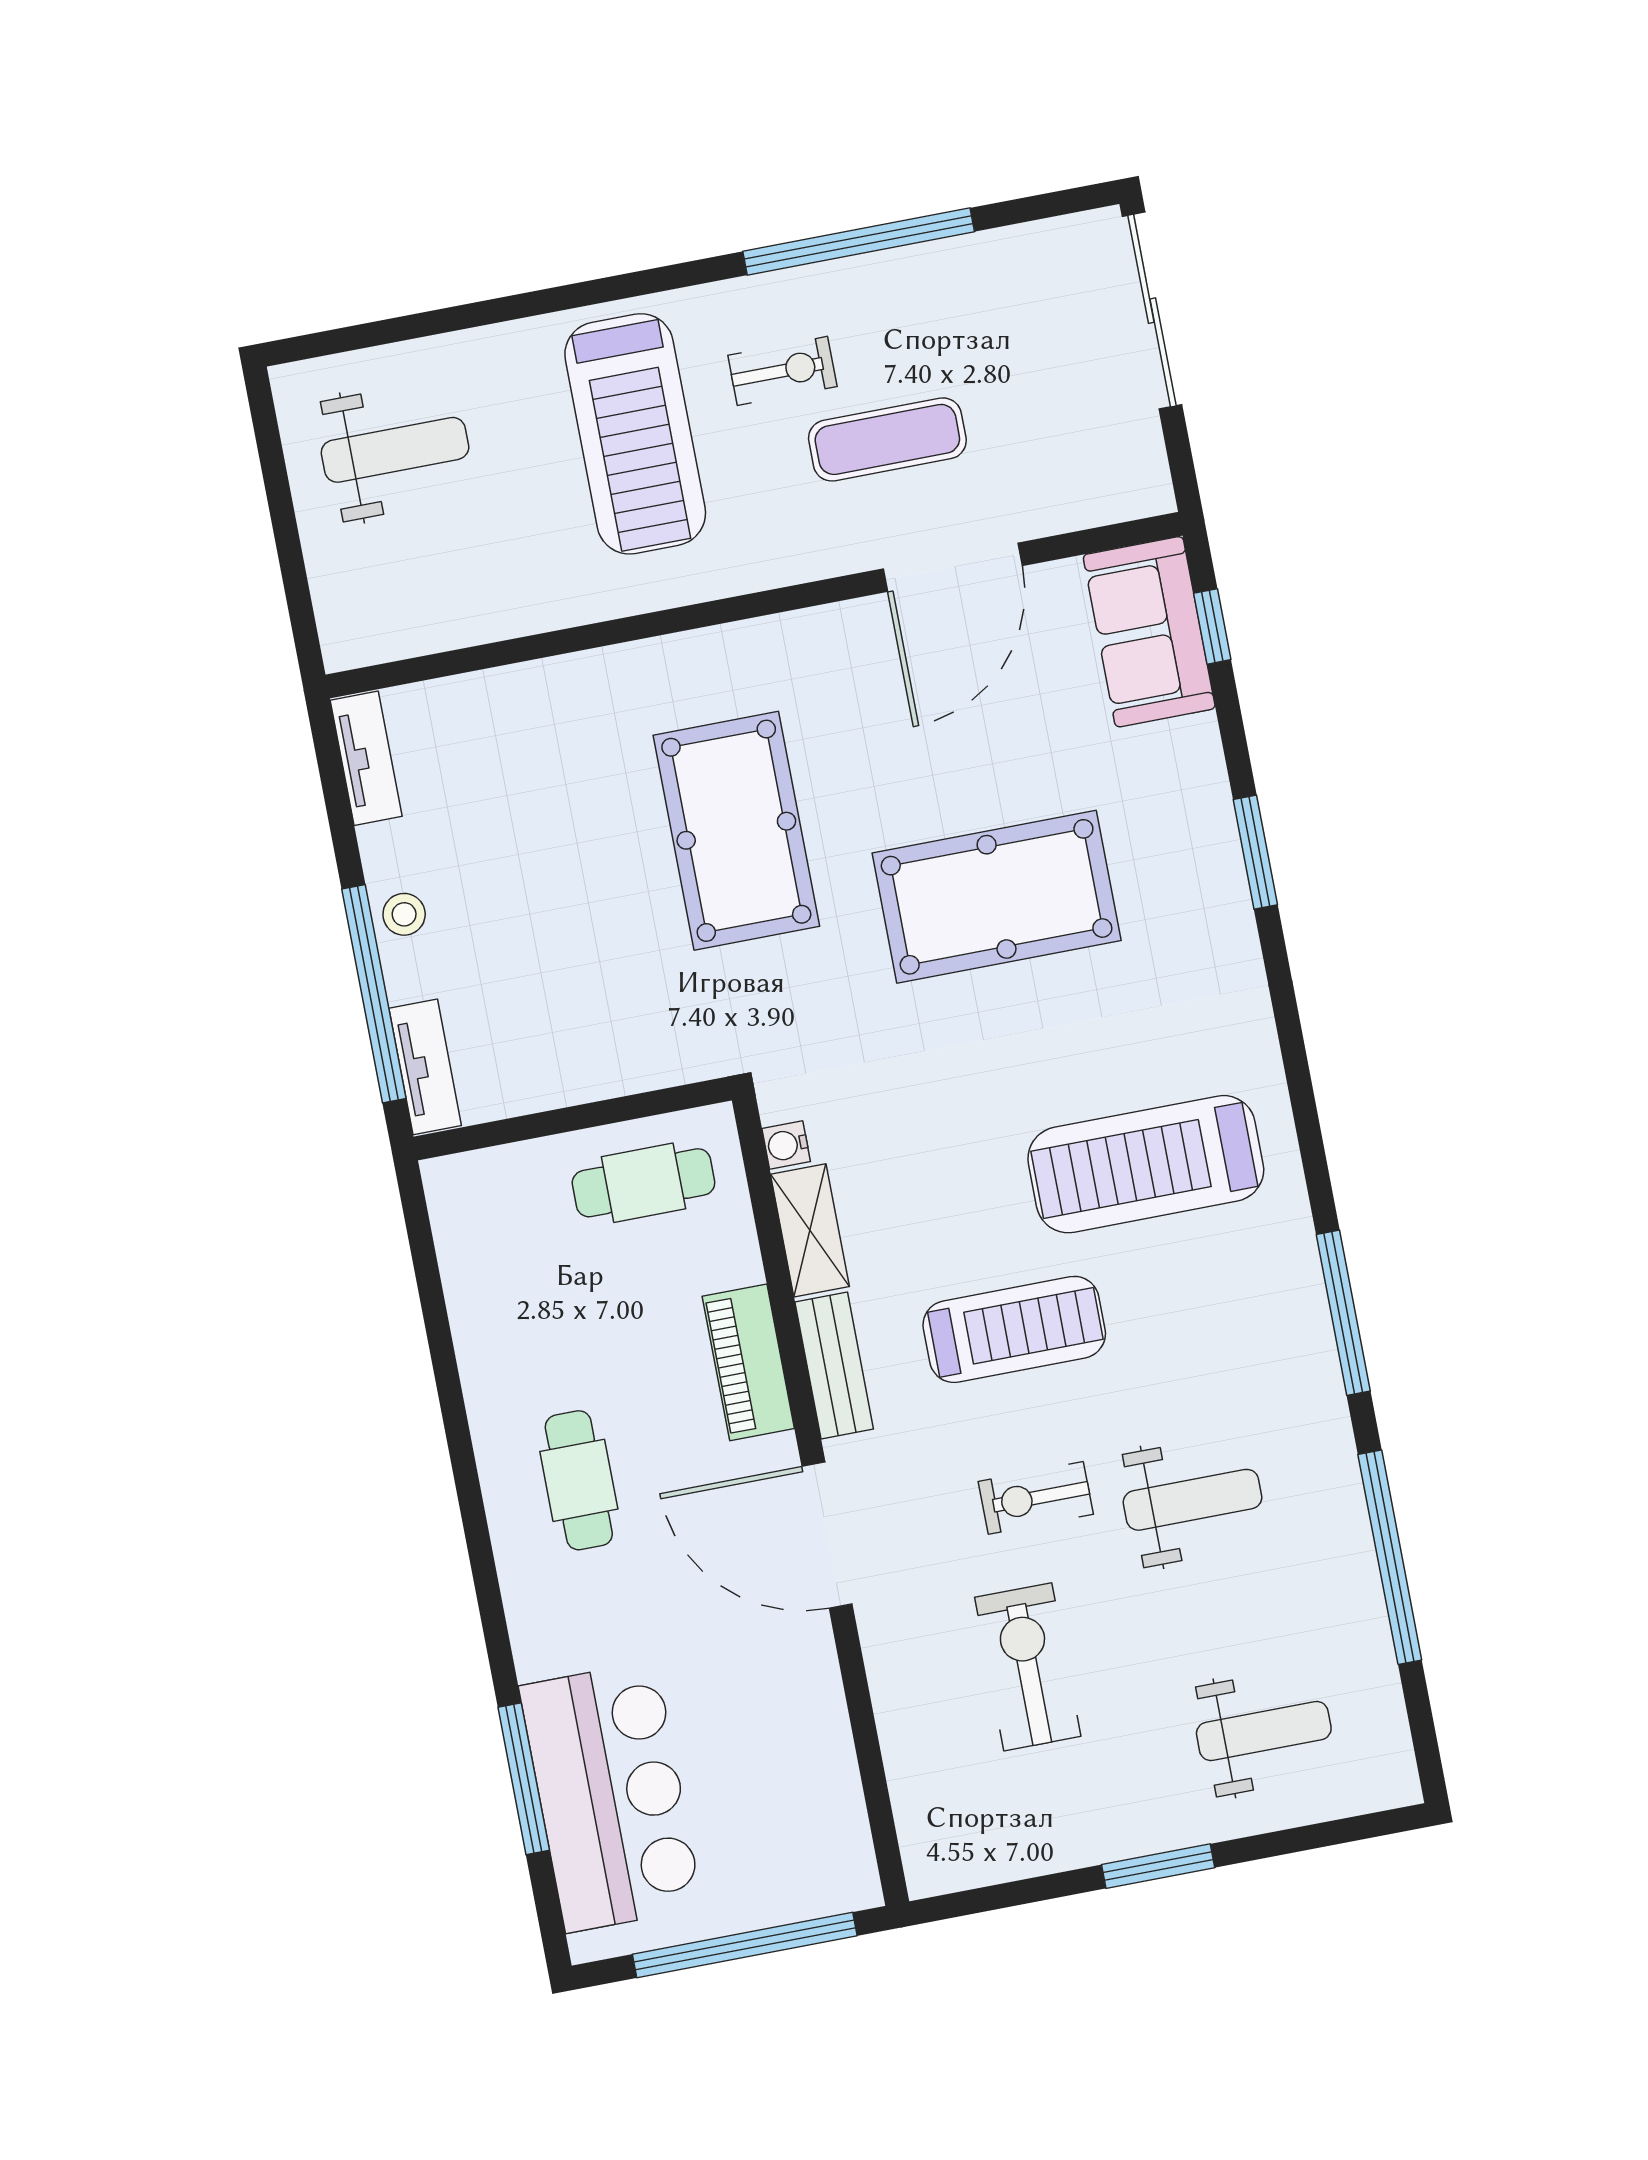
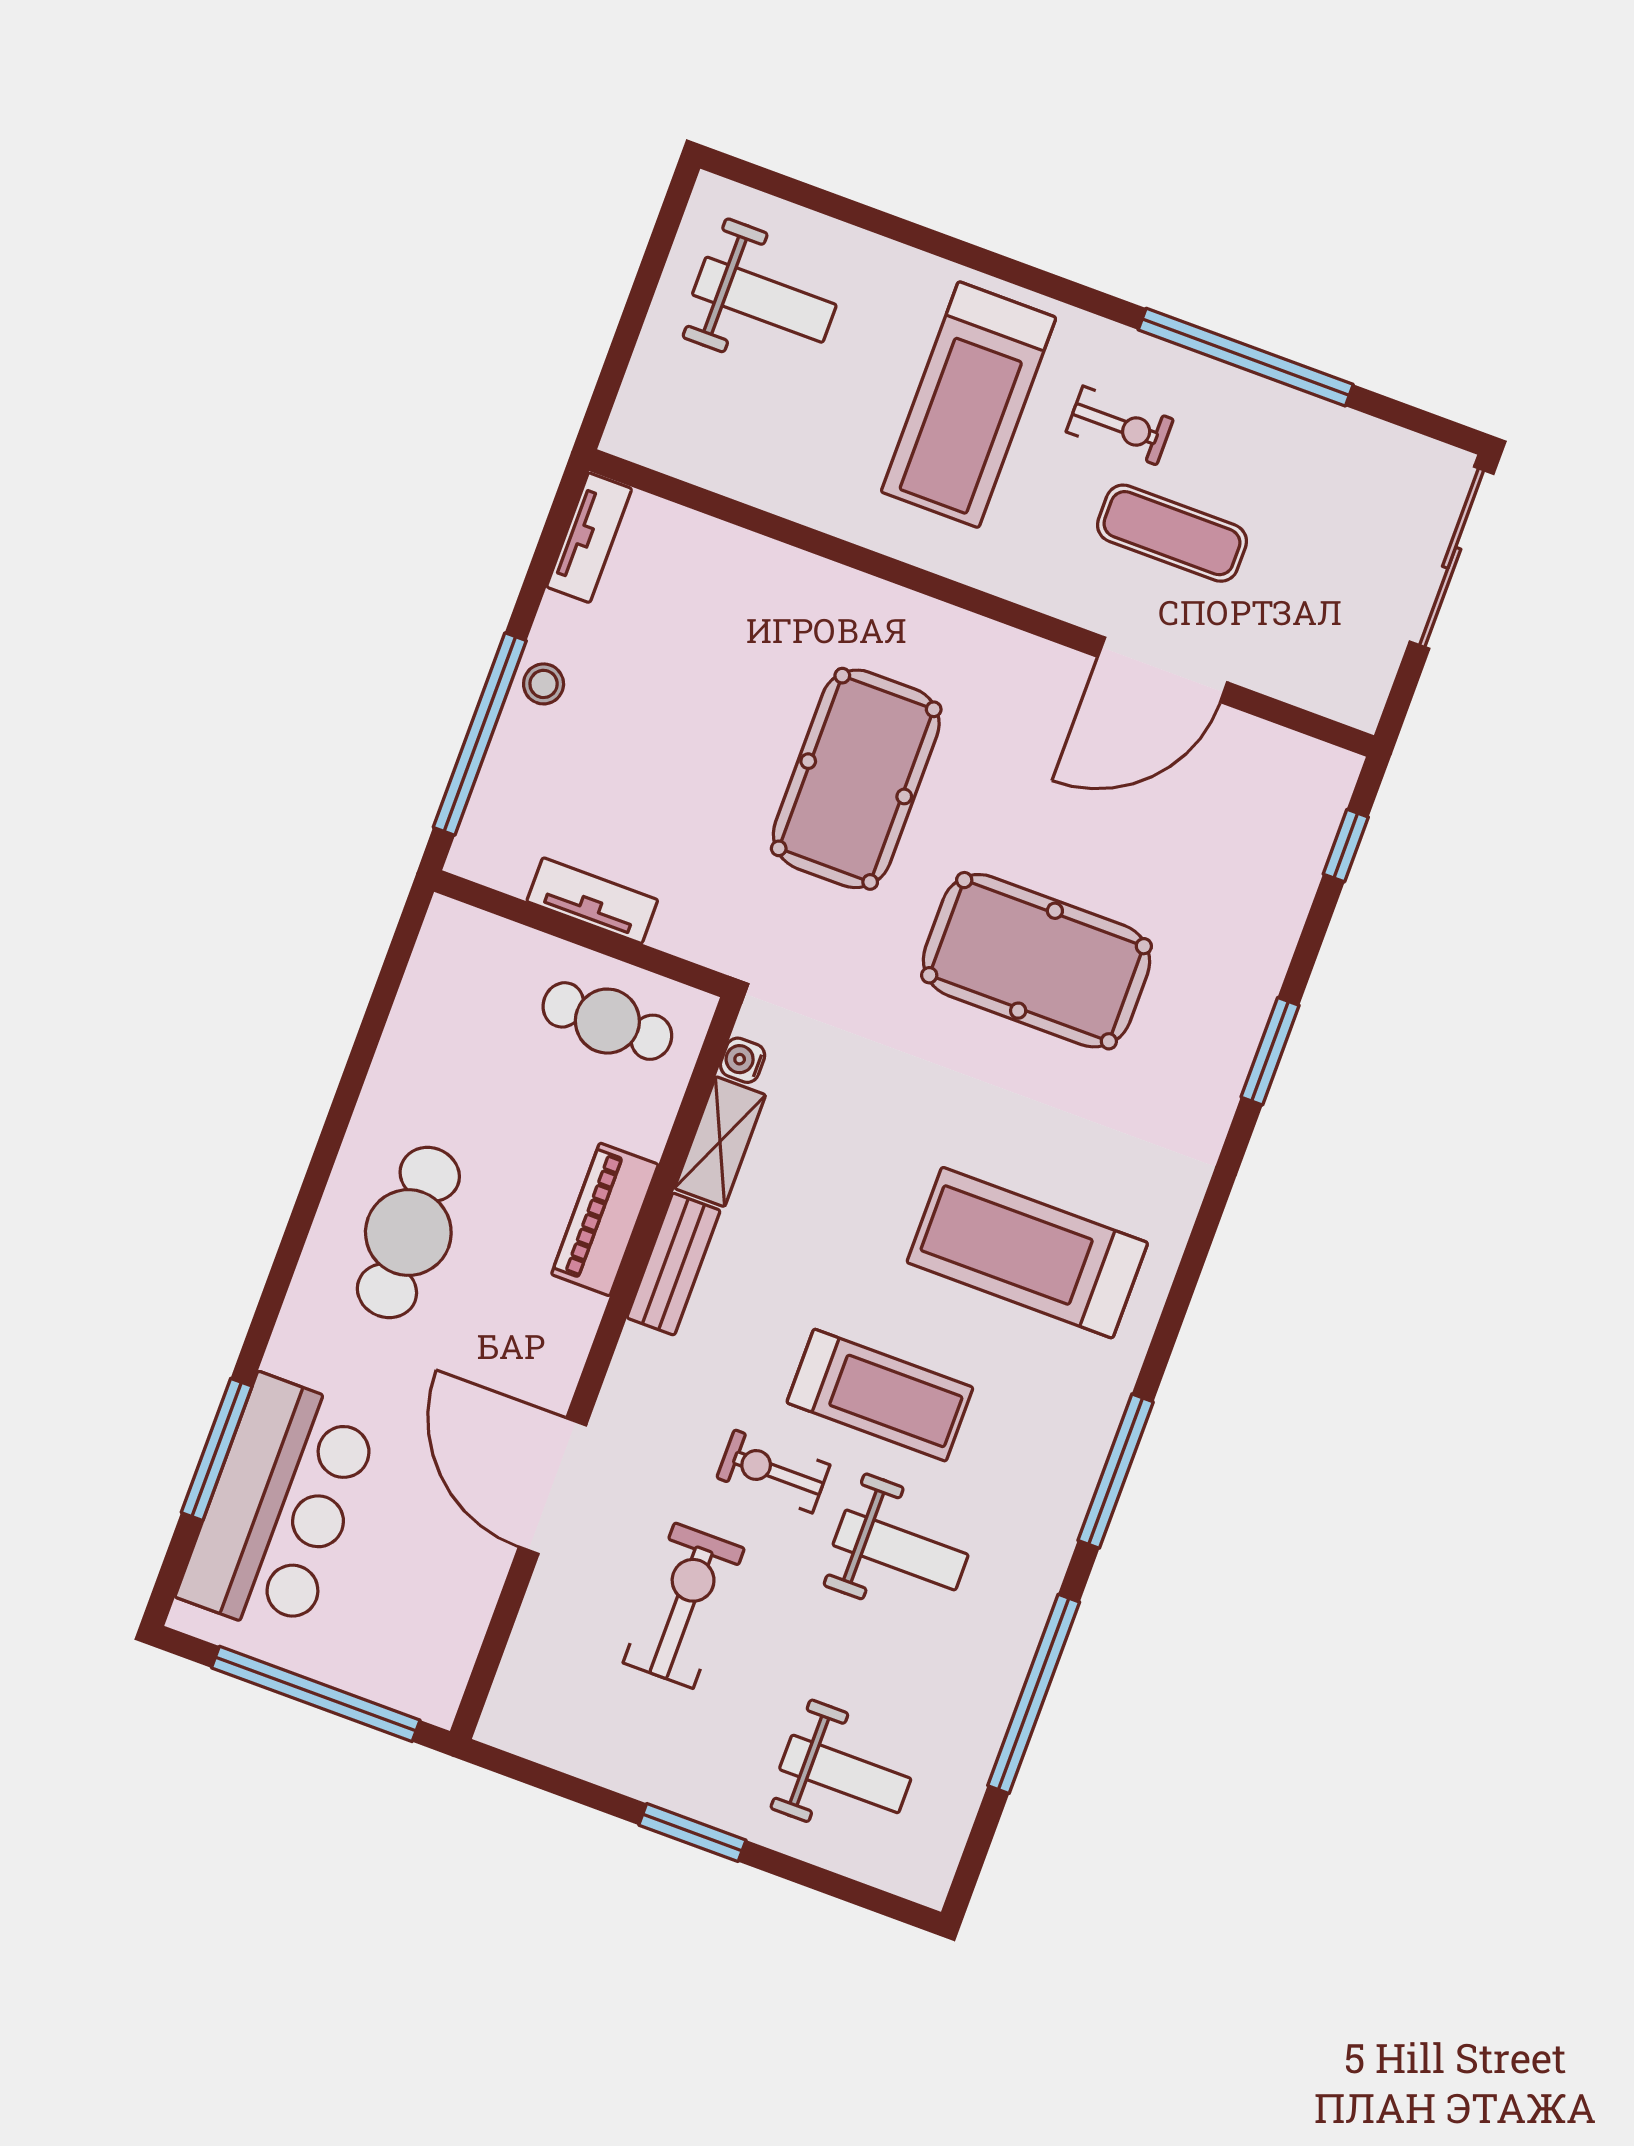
sofa: (1149, 632) -> (1292, 819), removed
tv unit: (425, 1067) -> (592, 901), moved, turned -90
treadmill: (1014, 1329) -> (880, 1395), moved
cafe table: (579, 1480) -> (408, 1233), width x1.37, depth x1.35
door: (827, 1535) -> (552, 1486), moved

